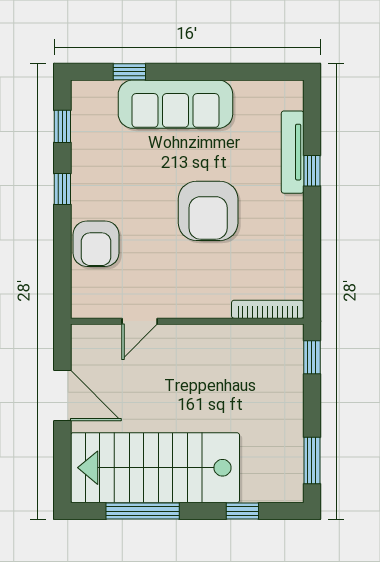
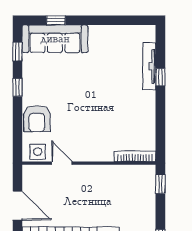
sofa: (175, 104) -> (55, 39), moved
armchair: (208, 211) -> (101, 100), removed
side table: (98, 301) -> (38, 152), added
door: (140, 321) -> (62, 163), swing flipped

